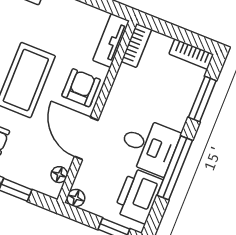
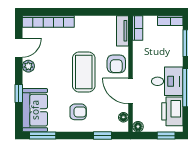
armchair: (81, 88) -> (116, 64), turned 180

